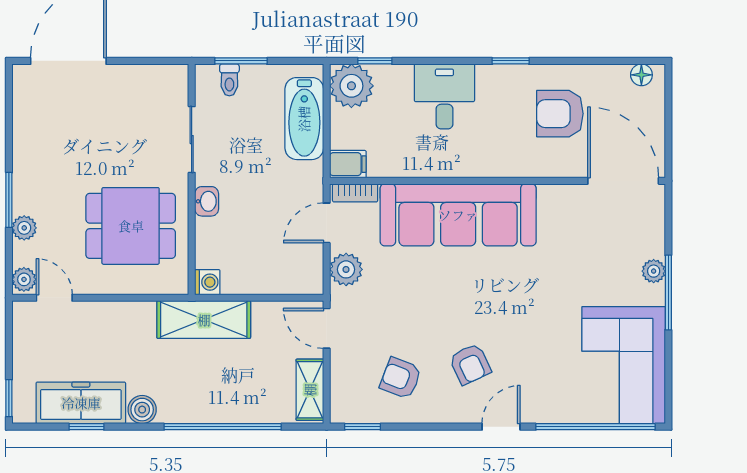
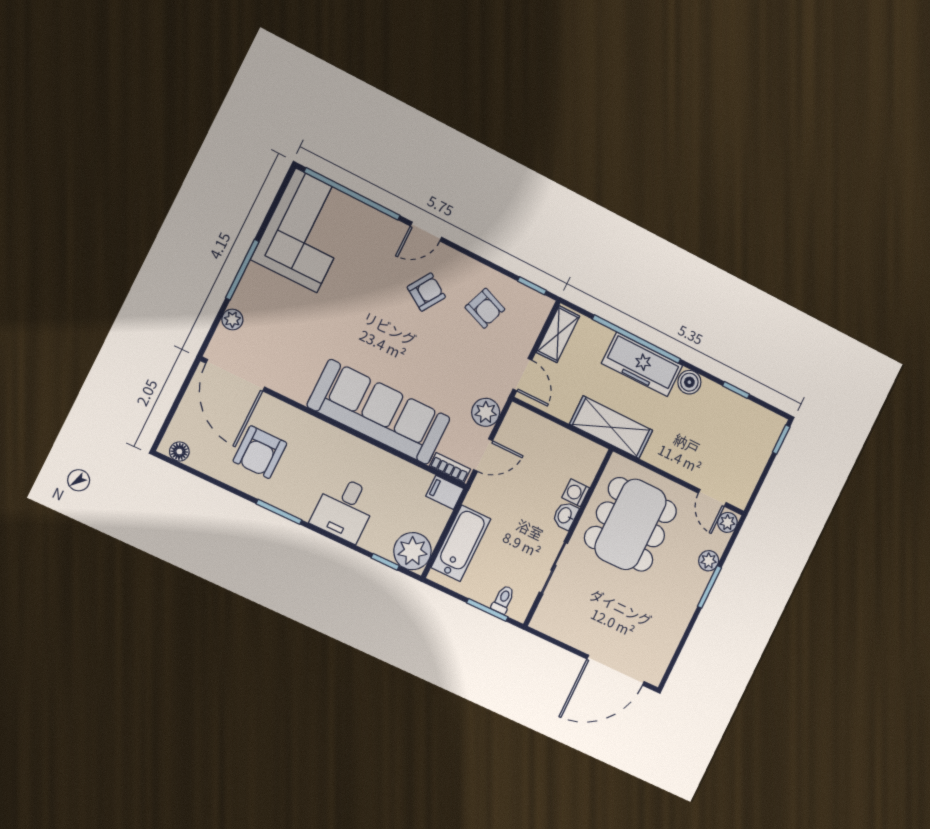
window: (511, 61) -> (279, 512), width x1.50
armchair: (560, 114) -> (260, 452), turned 90
dining table: (131, 226) -> (630, 524), width x1.38
plant: (654, 271) -> (232, 320), moved
washing machine: (207, 282) -> (576, 493), moved
armchair: (470, 364) -> (426, 292), turned 58
freezer: (81, 403) -> (642, 364), moved

